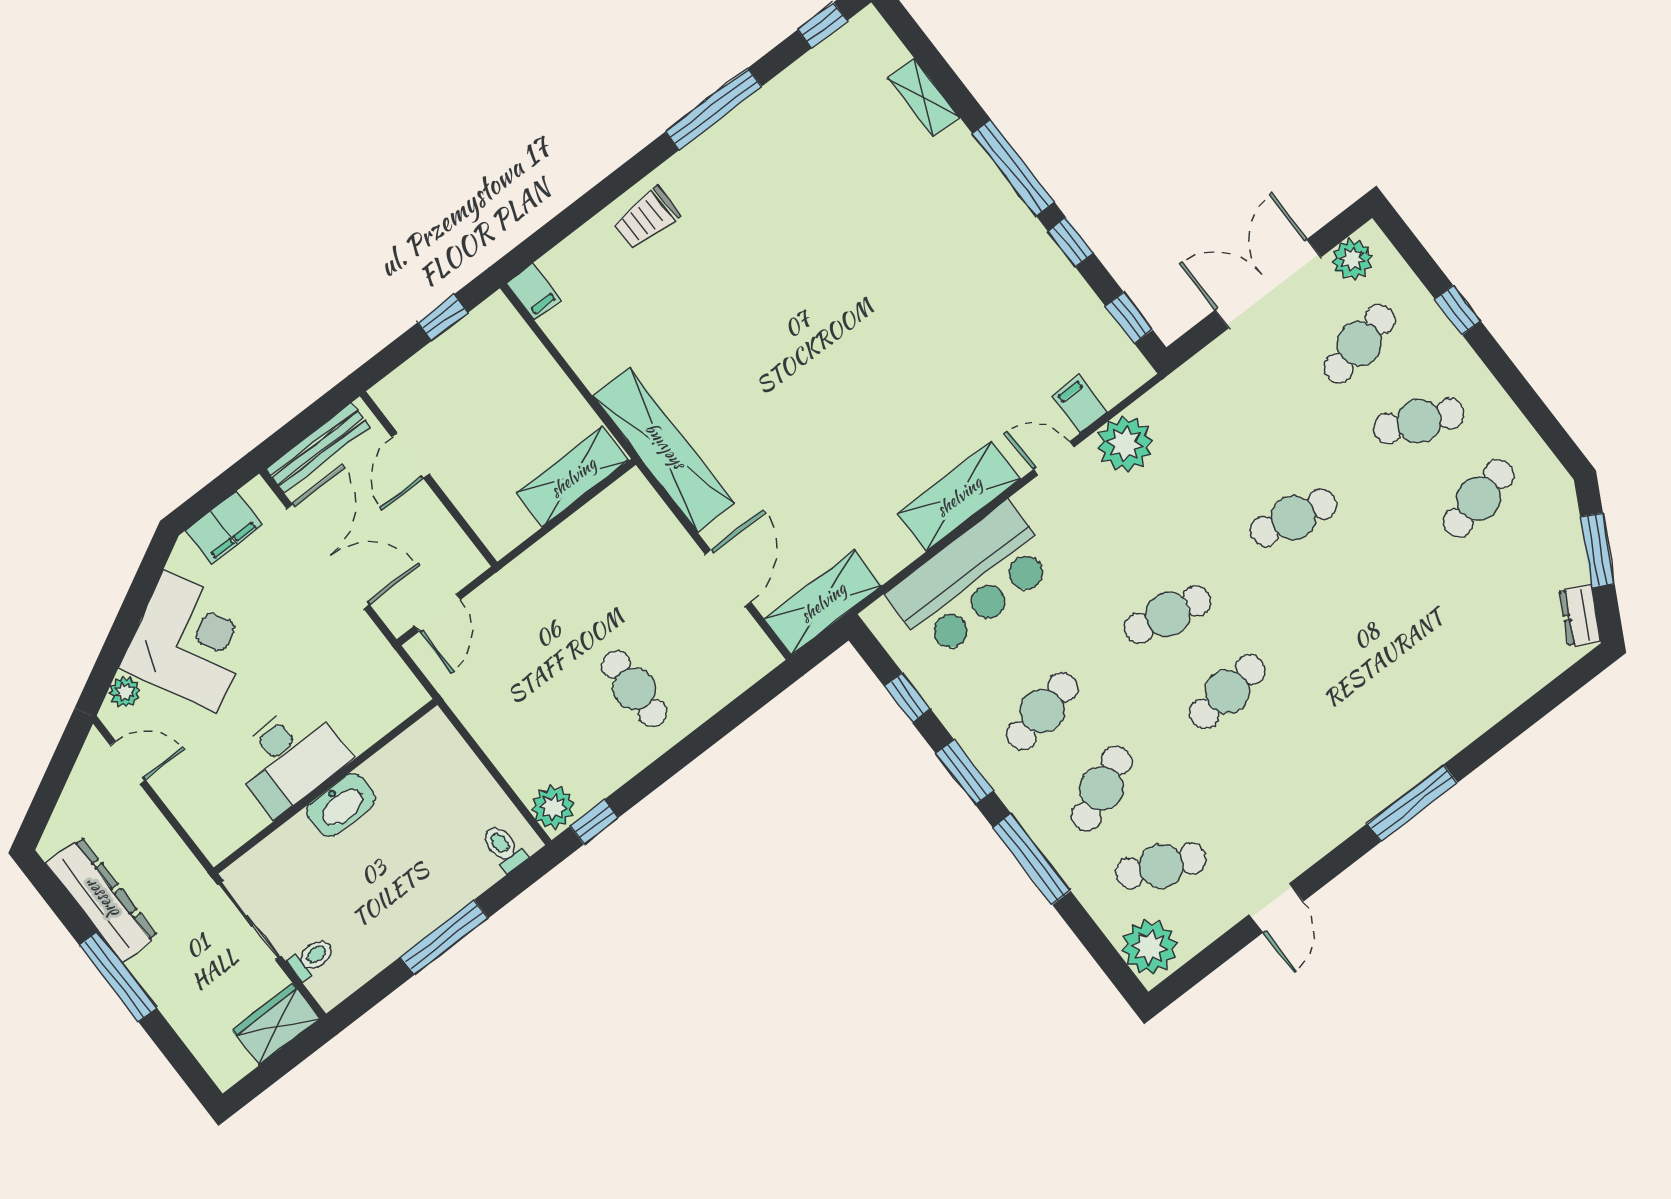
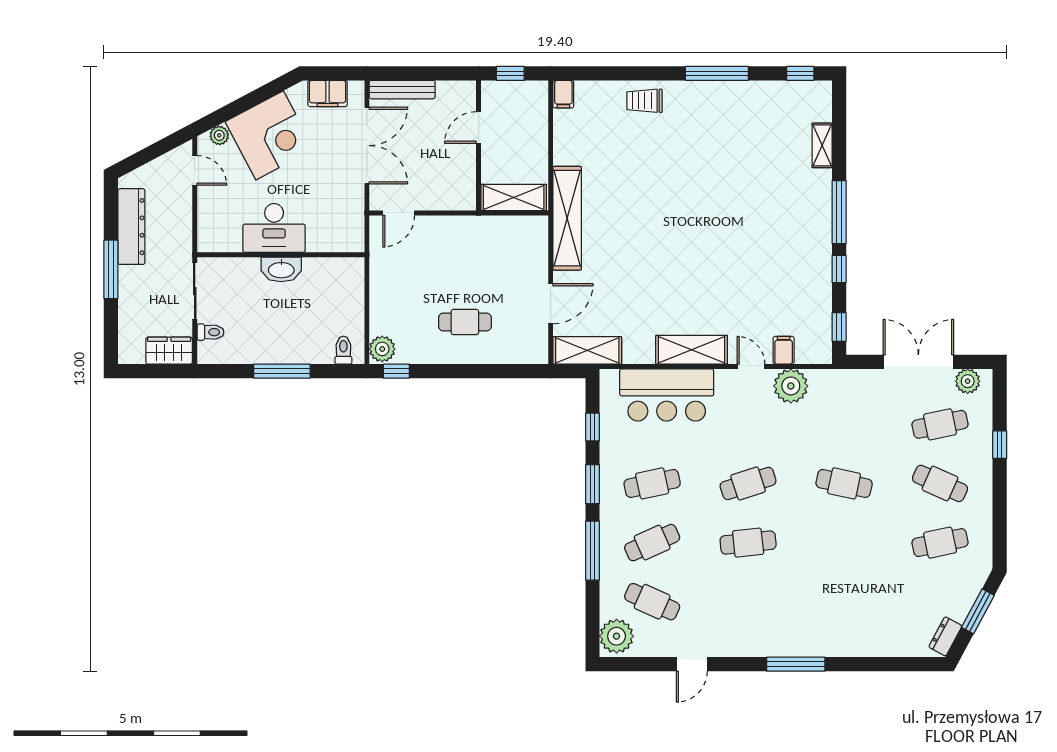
door: (410, 455) -> (479, 127), moved
wall: (428, 479) -> (479, 145), moved
cafe table: (1168, 615) -> (748, 483), turned -30
cafe table: (634, 689) -> (465, 322), turned 90

